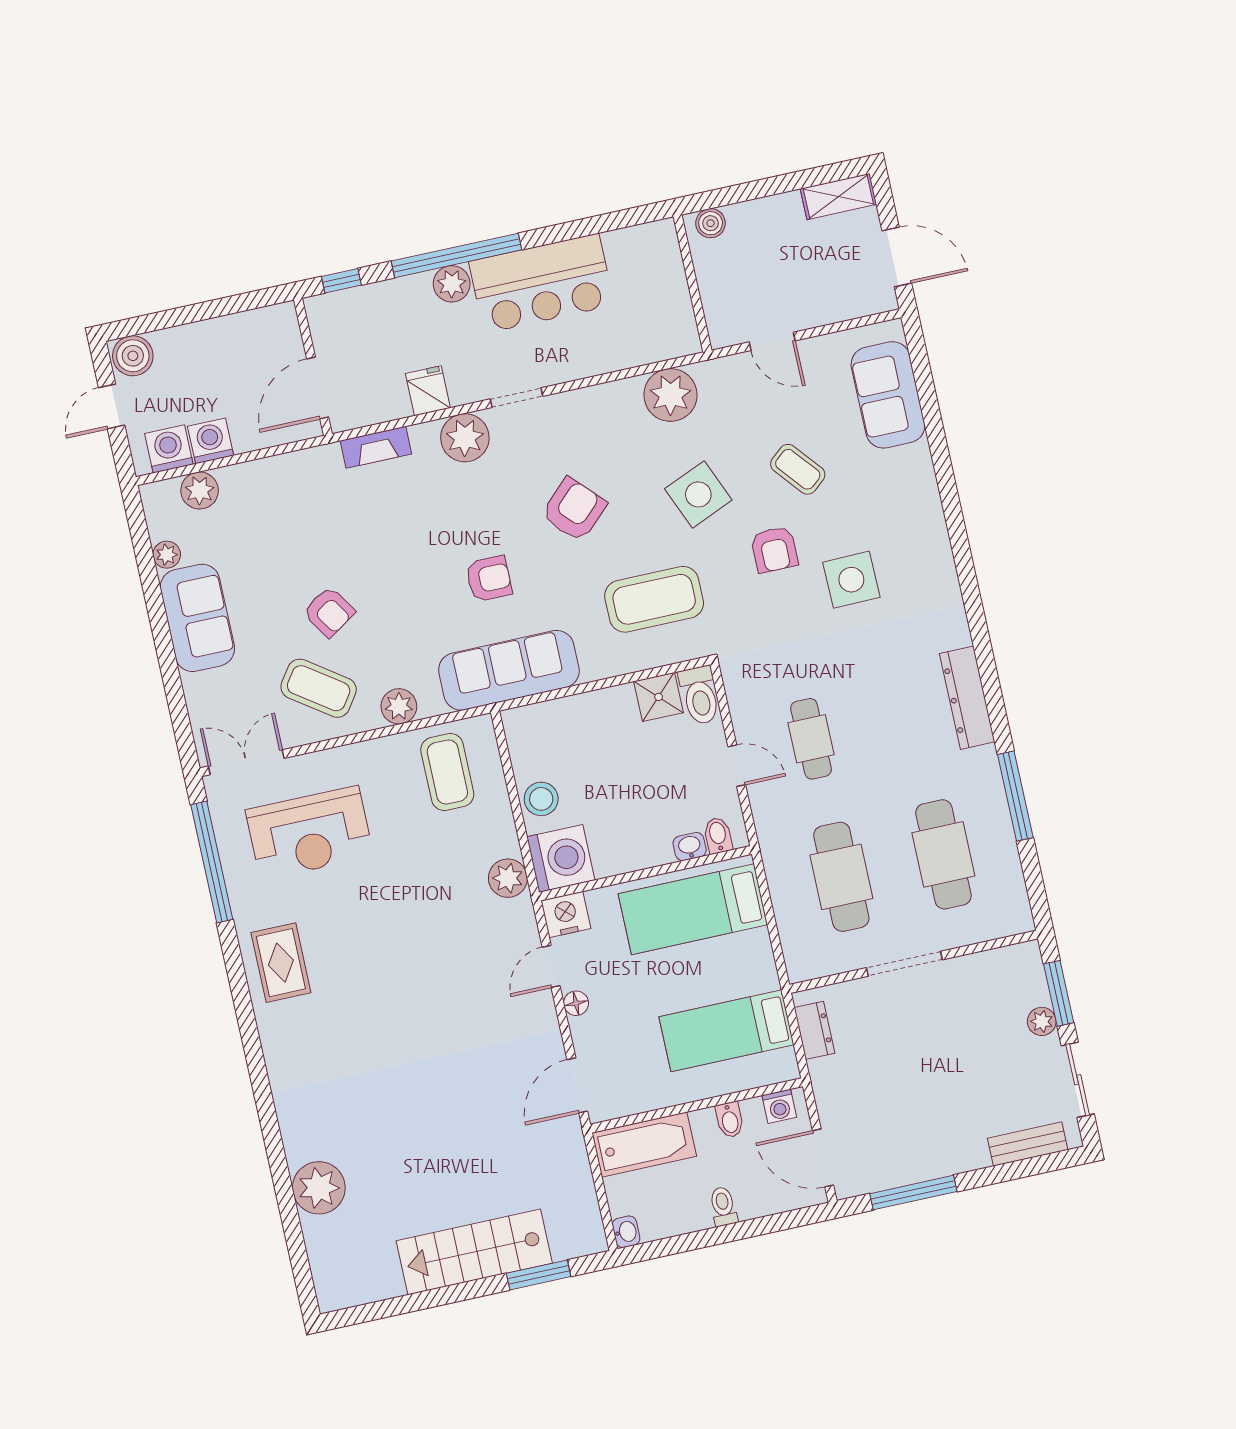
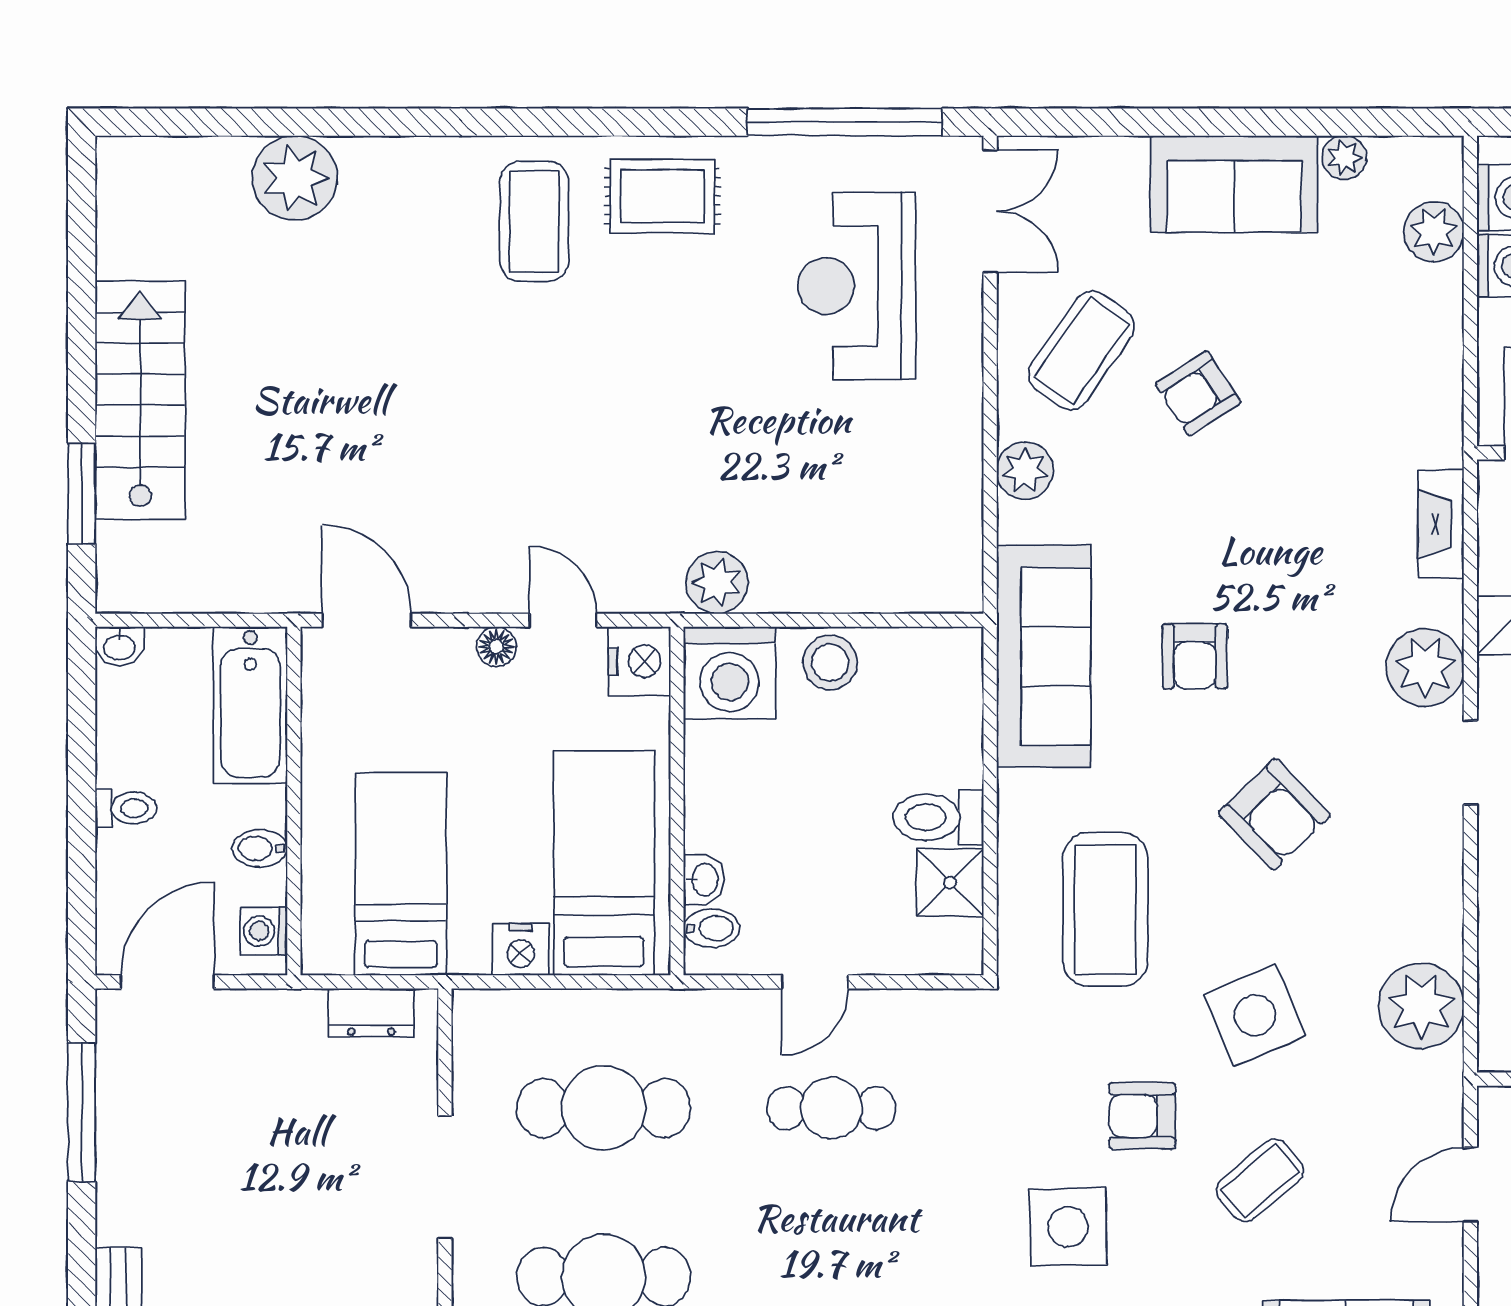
toilet: (700, 695) -> (938, 817), moved
coffee table: (447, 772) -> (534, 221), moved, turned 90
nightstand: (756, 948) -> (521, 949), added

